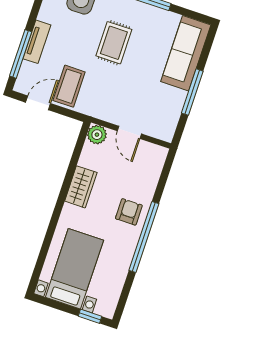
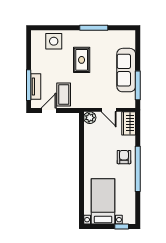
tv unit: (37, 42) -> (36, 86), moved
sofa: (186, 53) -> (126, 70), moved
window: (192, 92) -> (138, 85), moved
wardrobe: (81, 187) -> (129, 123), moved, turned 180

